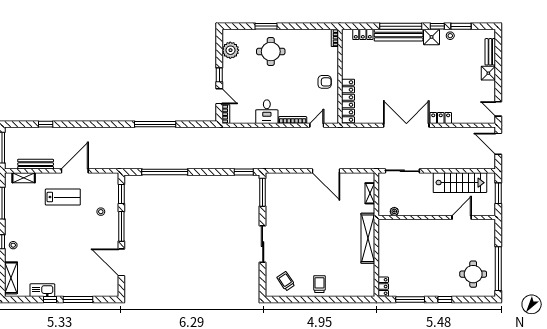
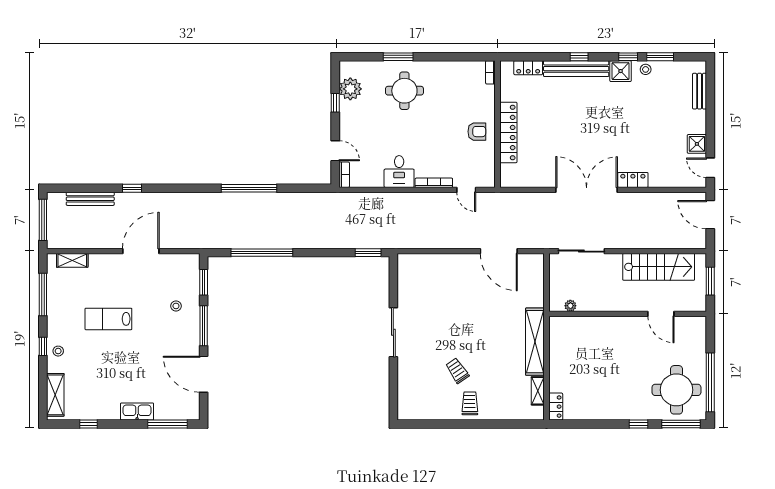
window: (401, 26) -> (579, 57), width x0.32
shower: (488, 73) -> (697, 144), moved
window: (219, 75) -> (335, 103), moved
locker: (348, 101) -> (508, 132), moved
window: (46, 124) -> (132, 188), moved
door: (317, 125) -> (466, 190), swing flipped
bench: (36, 164) -> (90, 199), moved
door: (326, 171) -> (499, 251), moved
window: (263, 192) -> (393, 280), removed
shelving: (370, 193) -> (538, 391), moved
lab bench: (63, 197) -> (108, 319), moved, turned 180
door: (462, 218) -> (661, 314), swing flipped
sliding door: (263, 244) -> (393, 332), moved
round table: (473, 274) -> (676, 390), width x1.36, depth x1.36
trolley: (286, 281) -> (457, 371), moved
kitchen sink: (42, 290) -> (137, 412), moved
window: (50, 299) -> (88, 424), moved
window: (78, 299) -> (168, 424), moved
window: (410, 299) -> (681, 424), moved

